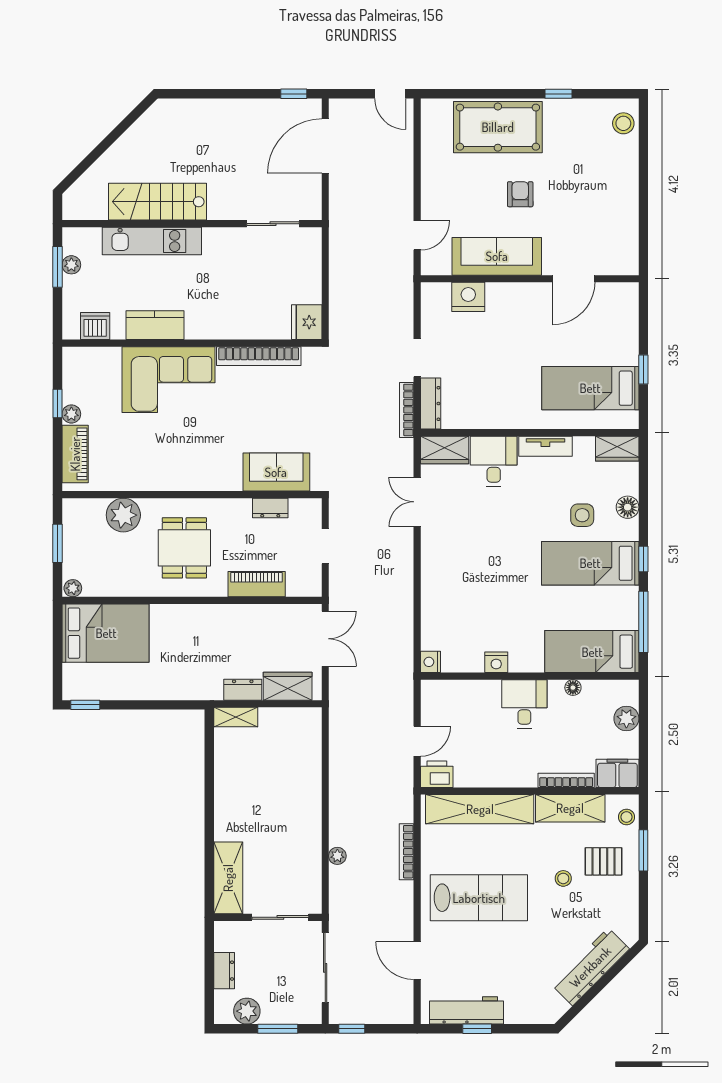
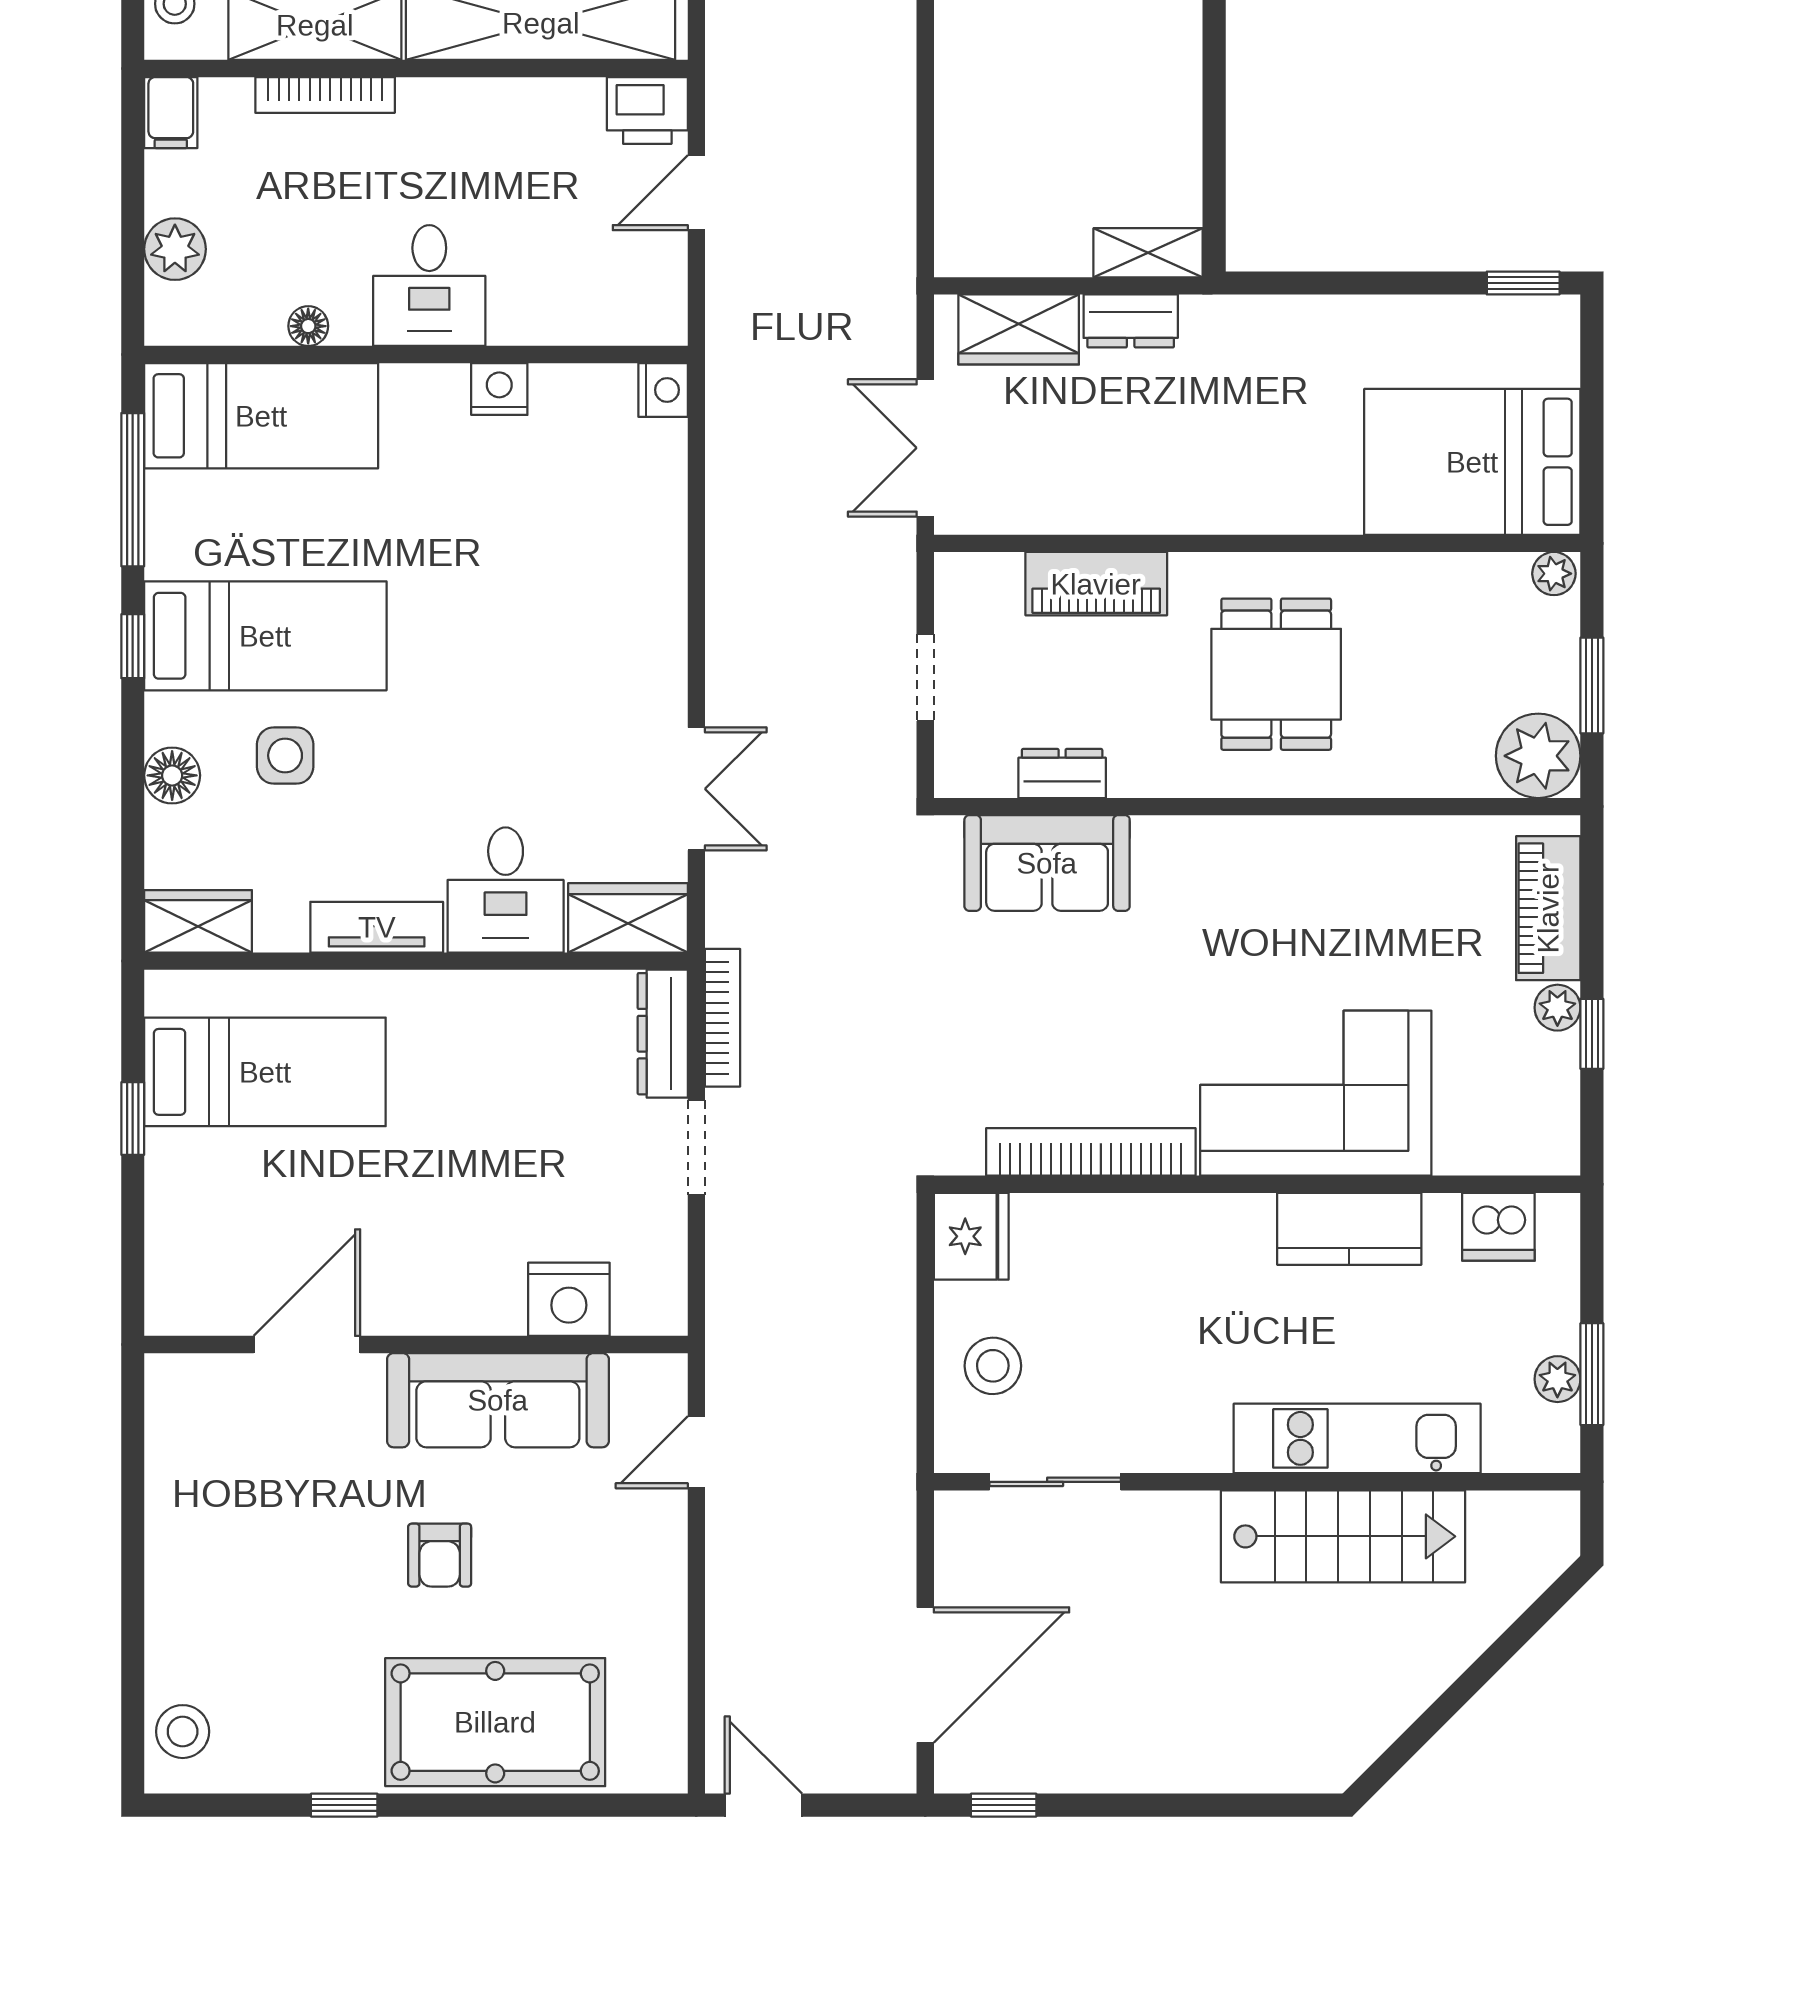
stool: (298, 270) -> (993, 1366), added
plant: (123, 515) -> (1538, 756), moved
filing cabinet: (617, 773) -> (171, 113), width x0.50

